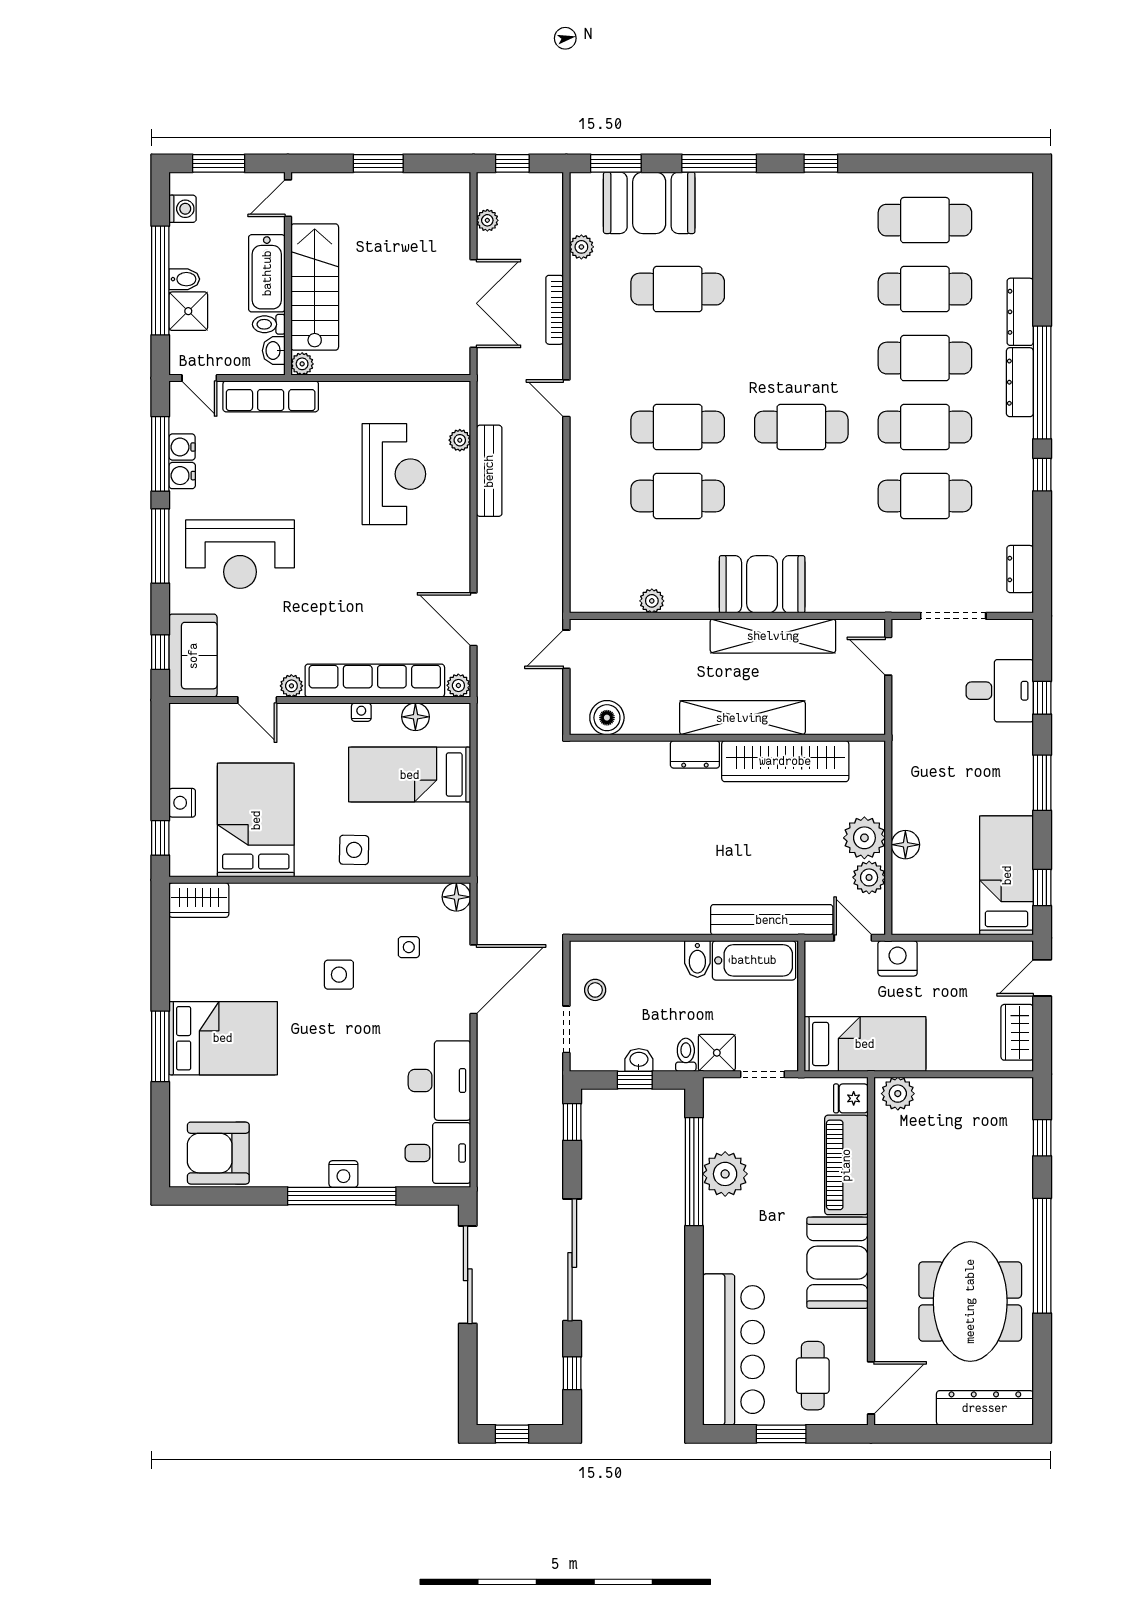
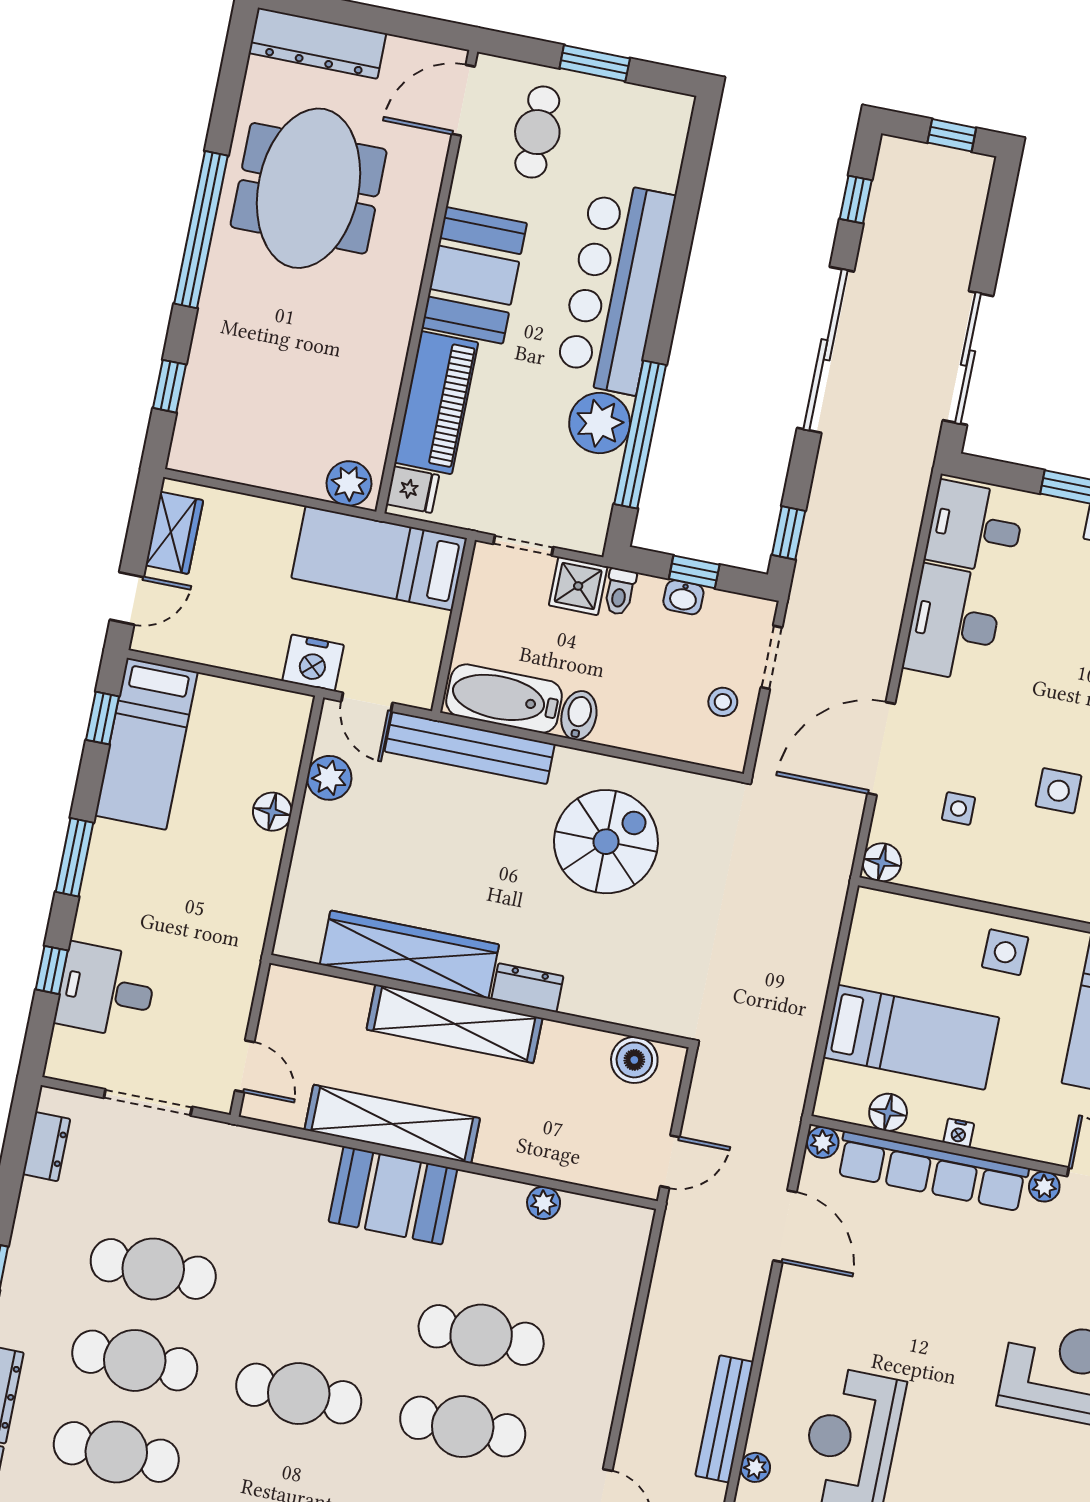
plant: (864, 838) -> (325, 832), removed
spiral stairs: (659, 872) -> (606, 842), added
bar counter: (733, 1350) -> (615, 288), moved

